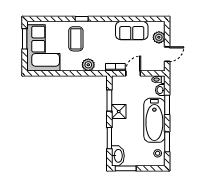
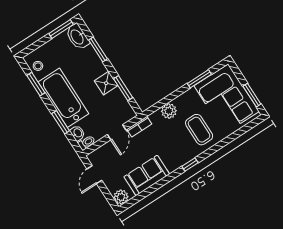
window: (82, 19) -> (190, 165), moved
plant: (159, 37) -> (121, 197), moved
window: (53, 73) -> (199, 79), added

